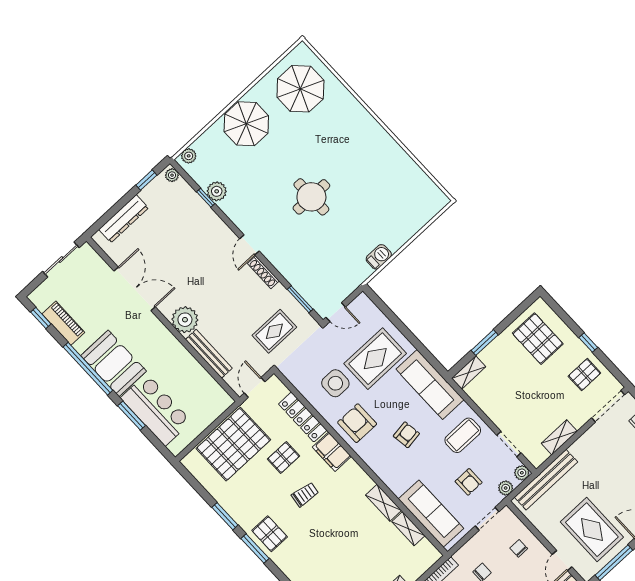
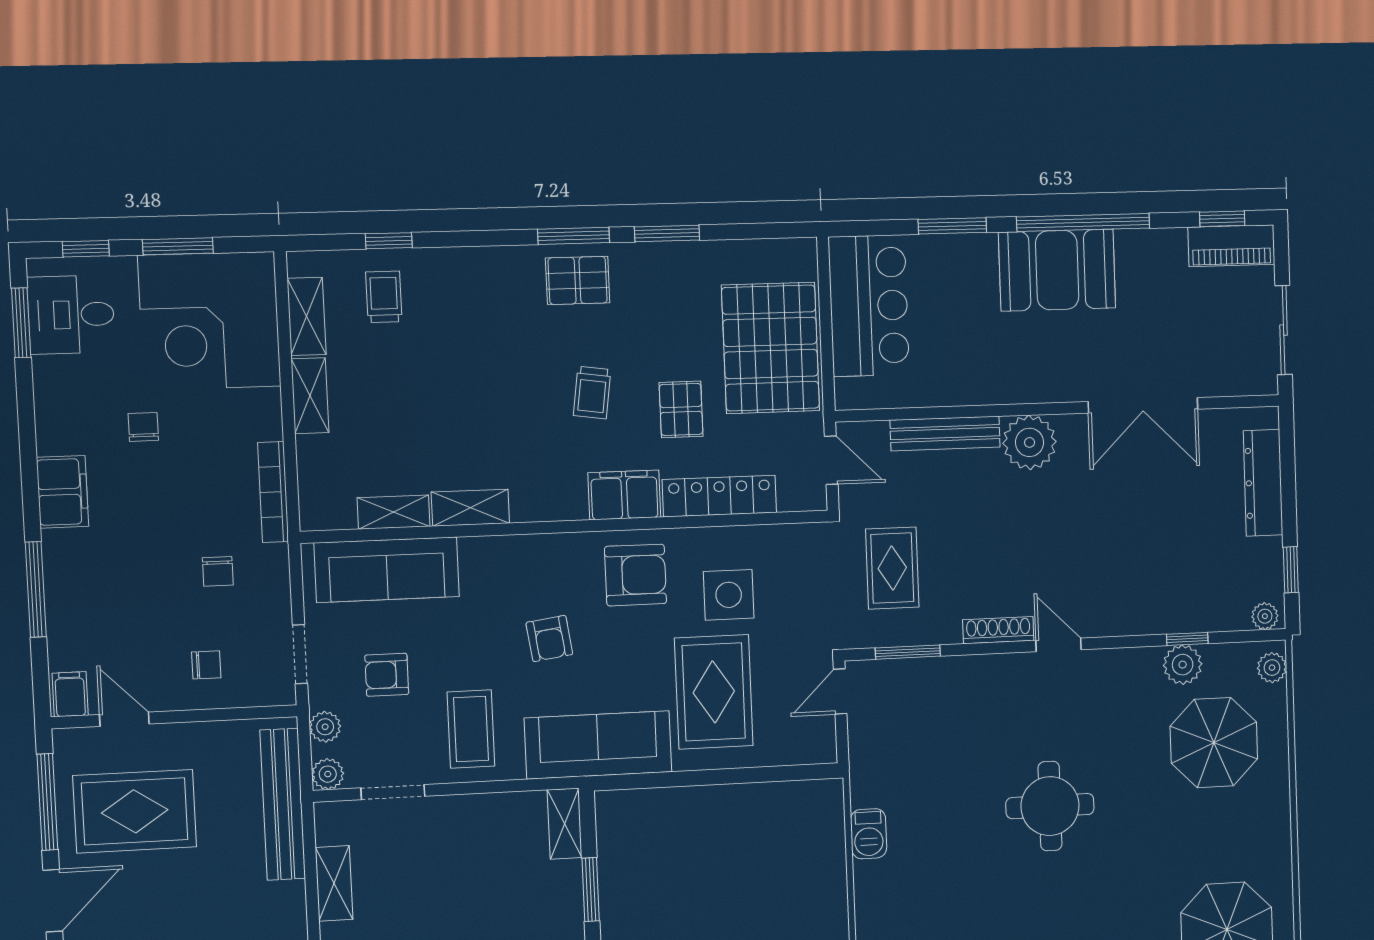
parasol: (246, 124) -> (1214, 743), moved
piano: (63, 323) -> (1231, 246), moved
bar counter: (156, 410) -> (869, 306), moved, turned -90

